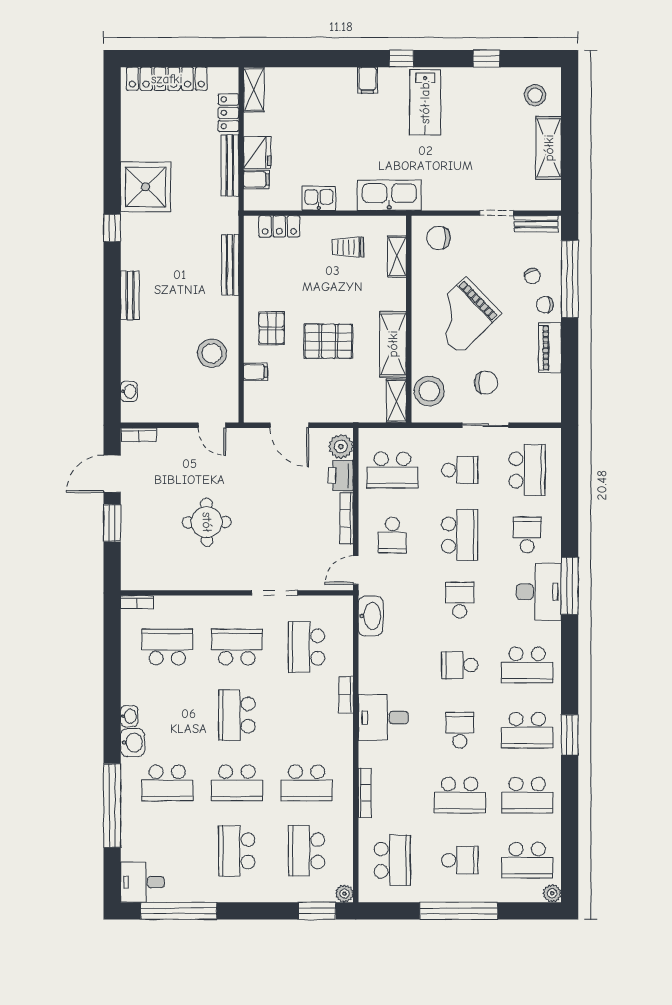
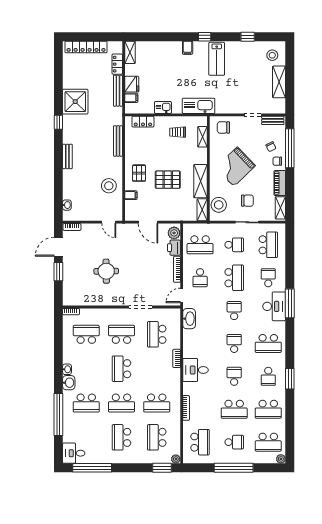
shelving: (551, 397) -> (280, 208), added
school desk: (460, 665) -> (234, 343), turned 90
school desk: (527, 730) -> (268, 376), width x0.54

